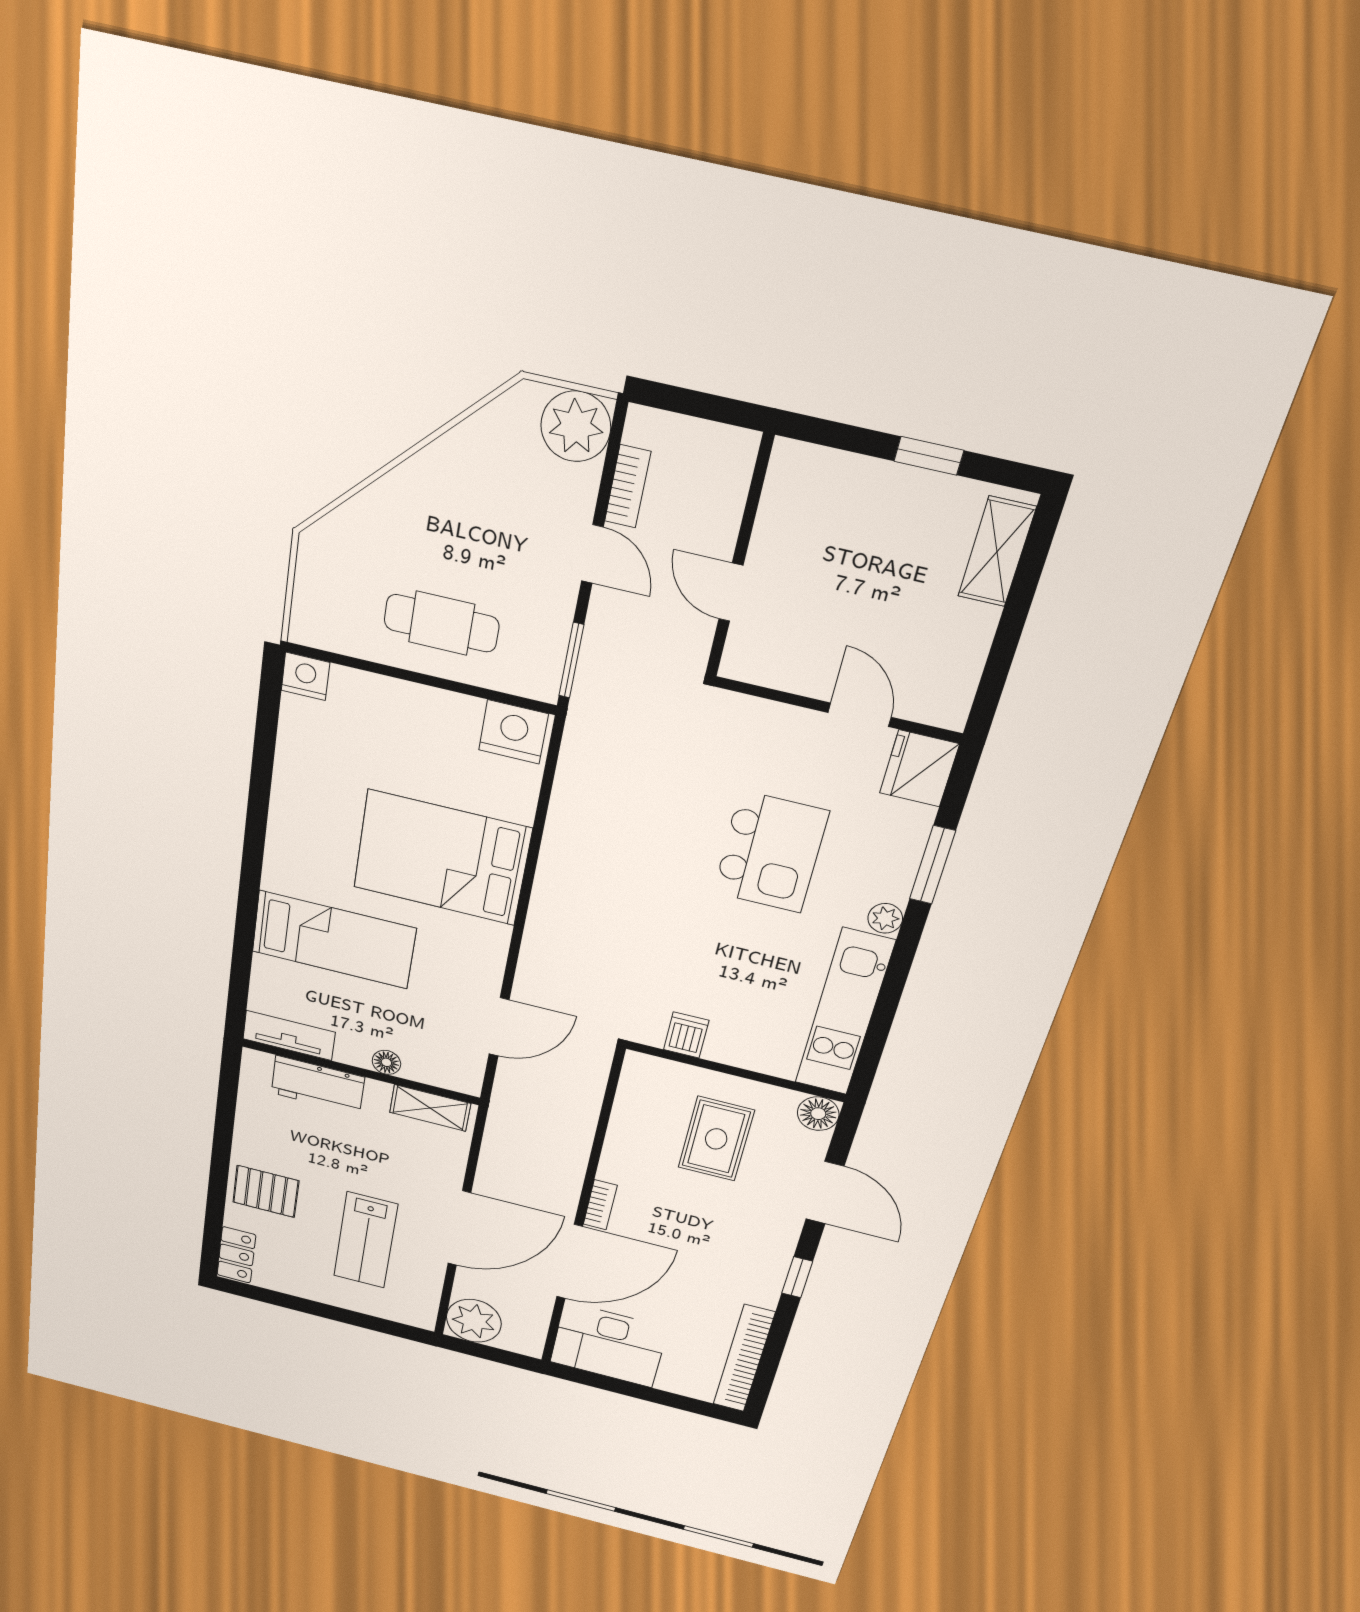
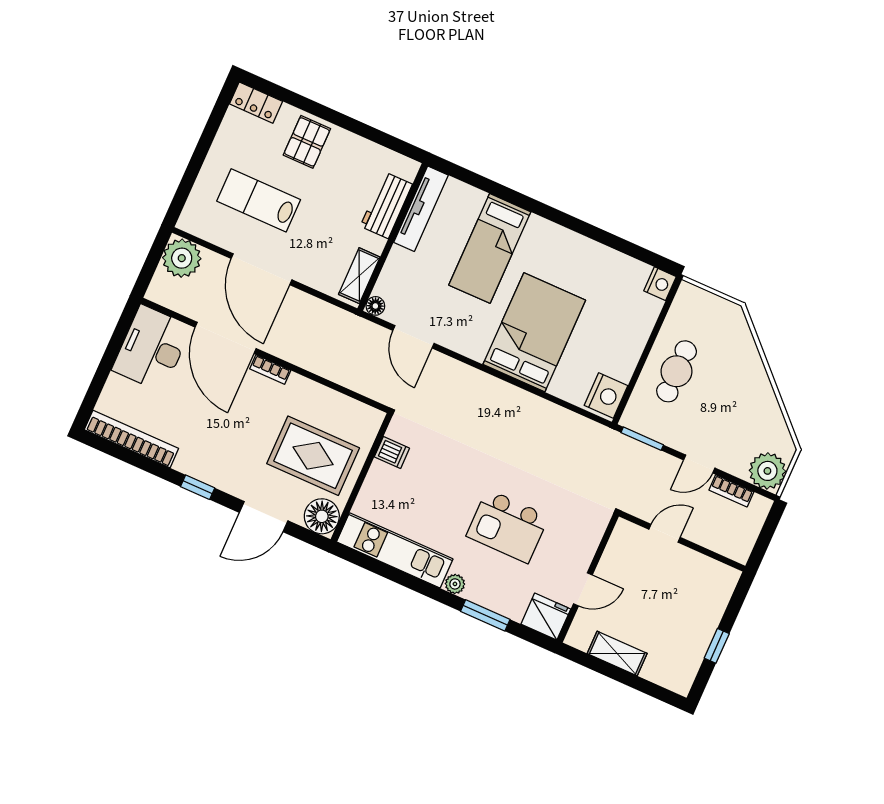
shelving: (997, 552) -> (617, 653), moved
tv unit: (289, 1035) -> (421, 209), width x1.41
floor lamp: (386, 1062) -> (375, 306), moved
floor lamp: (818, 1114) -> (322, 516), width x1.38, depth x1.38
rug: (716, 1139) -> (313, 456), width x1.36, depth x1.43

